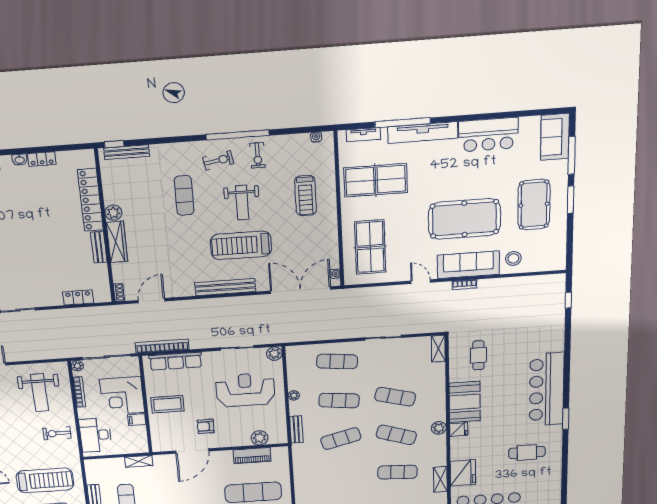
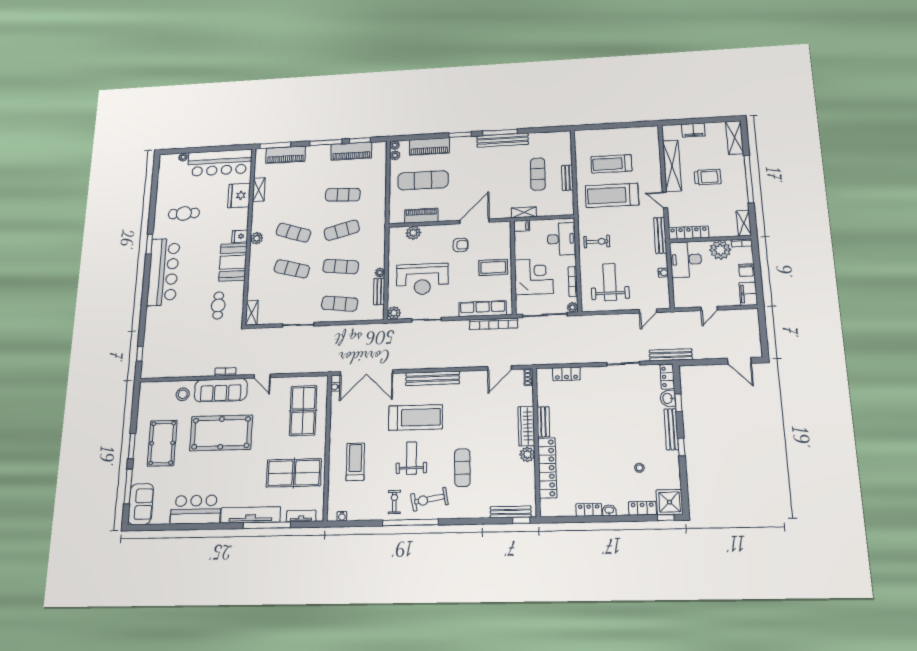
exercise bike: (218, 160) -> (429, 499), width x1.38, depth x1.39
filing cabinet: (137, 420) -> (522, 226), moved
bench: (296, 429) -> (379, 291), moved
exercise mat: (397, 472) -> (343, 195), moved

